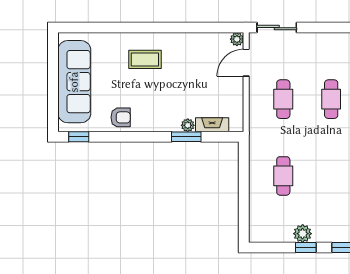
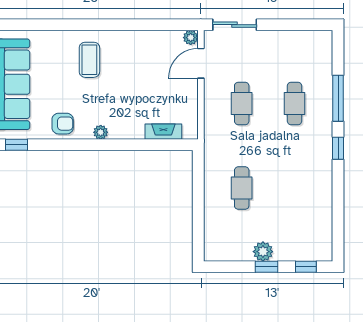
coffee table: (145, 59) -> (89, 60), turned 90
plant: (188, 125) -> (101, 132), moved
window: (186, 137) -> (135, 145), removed

